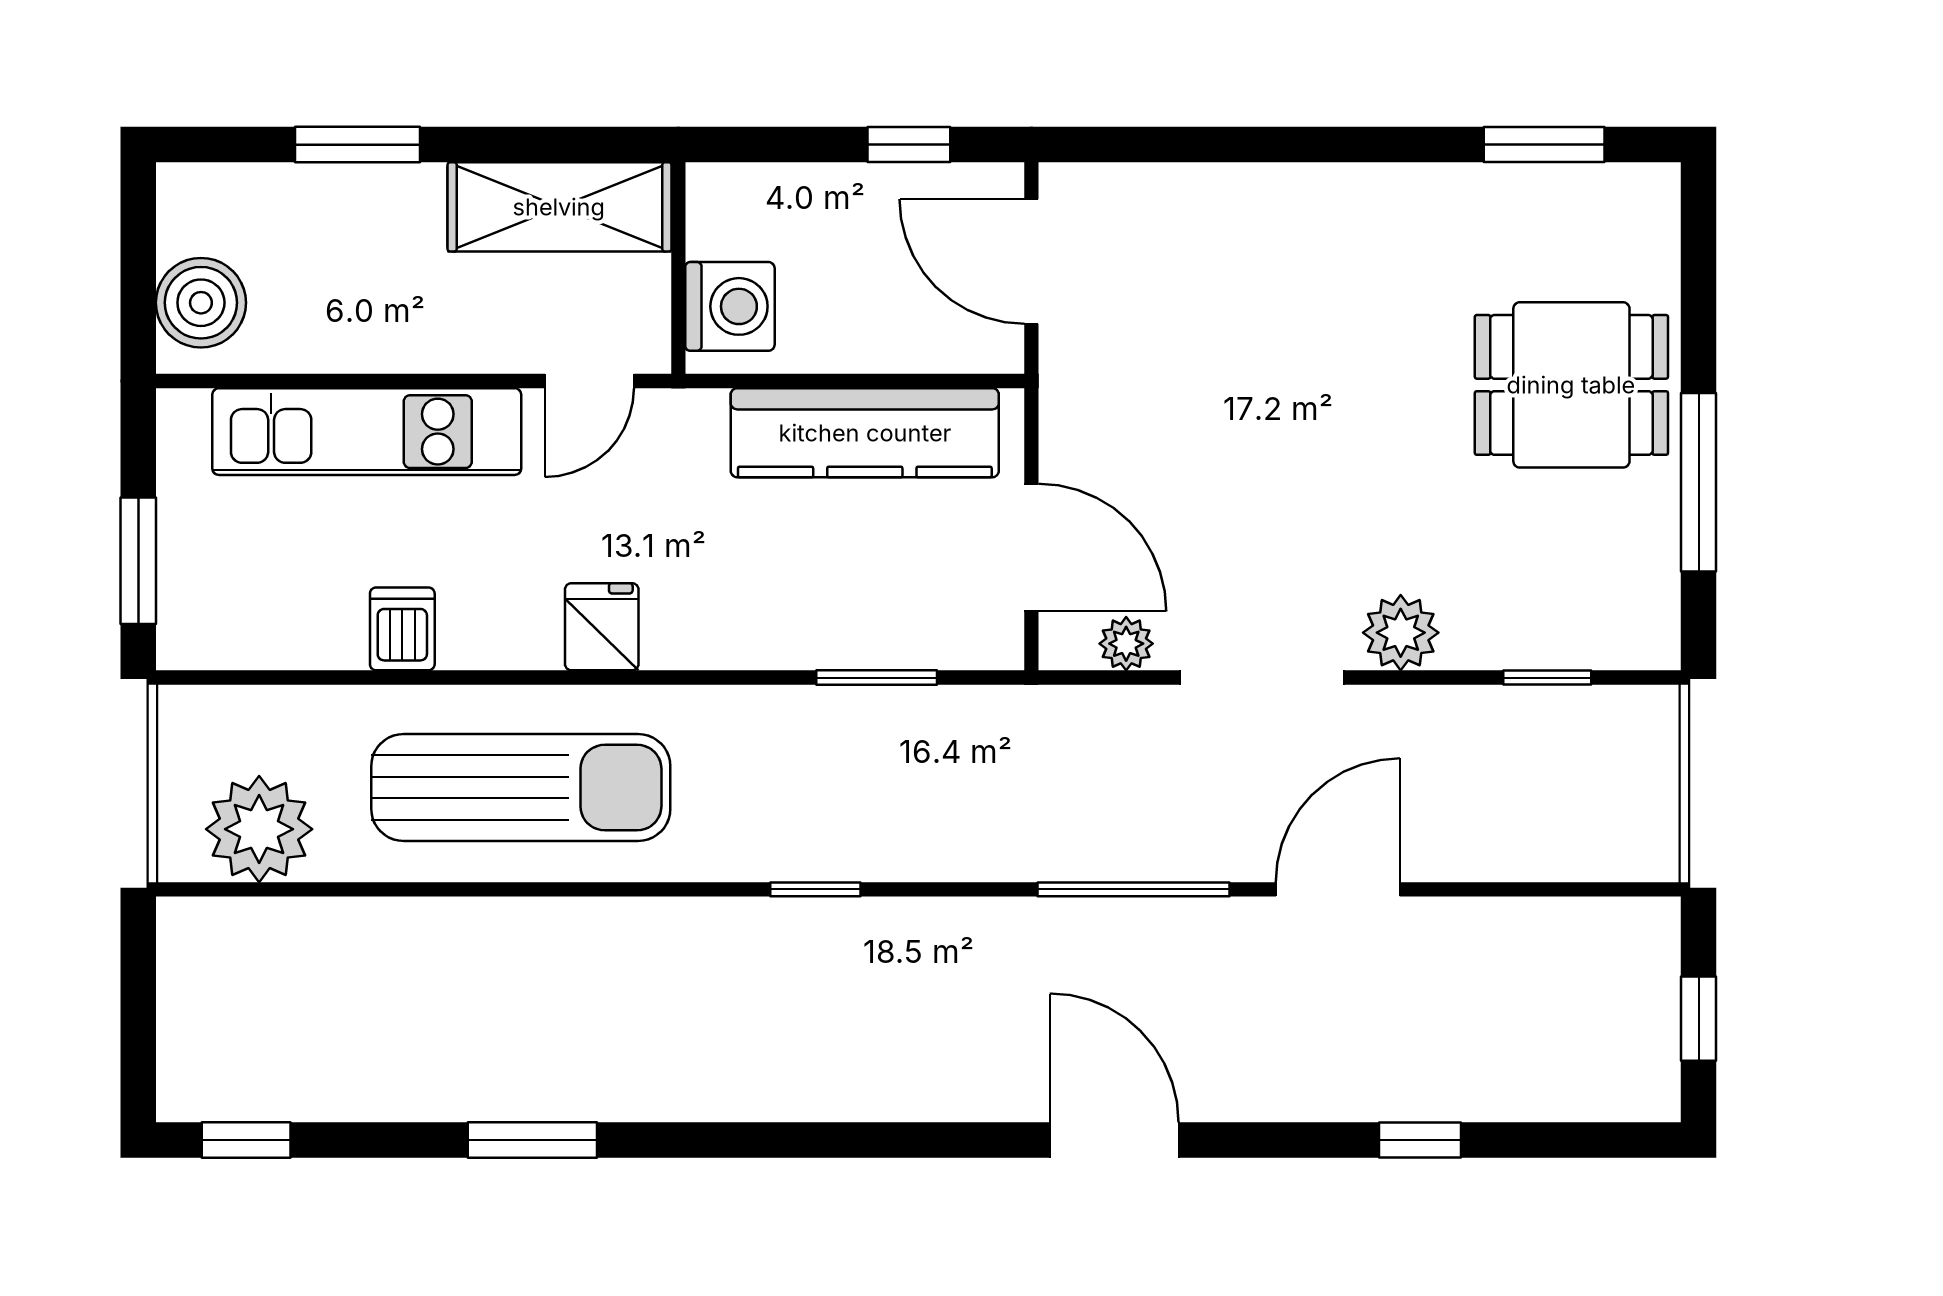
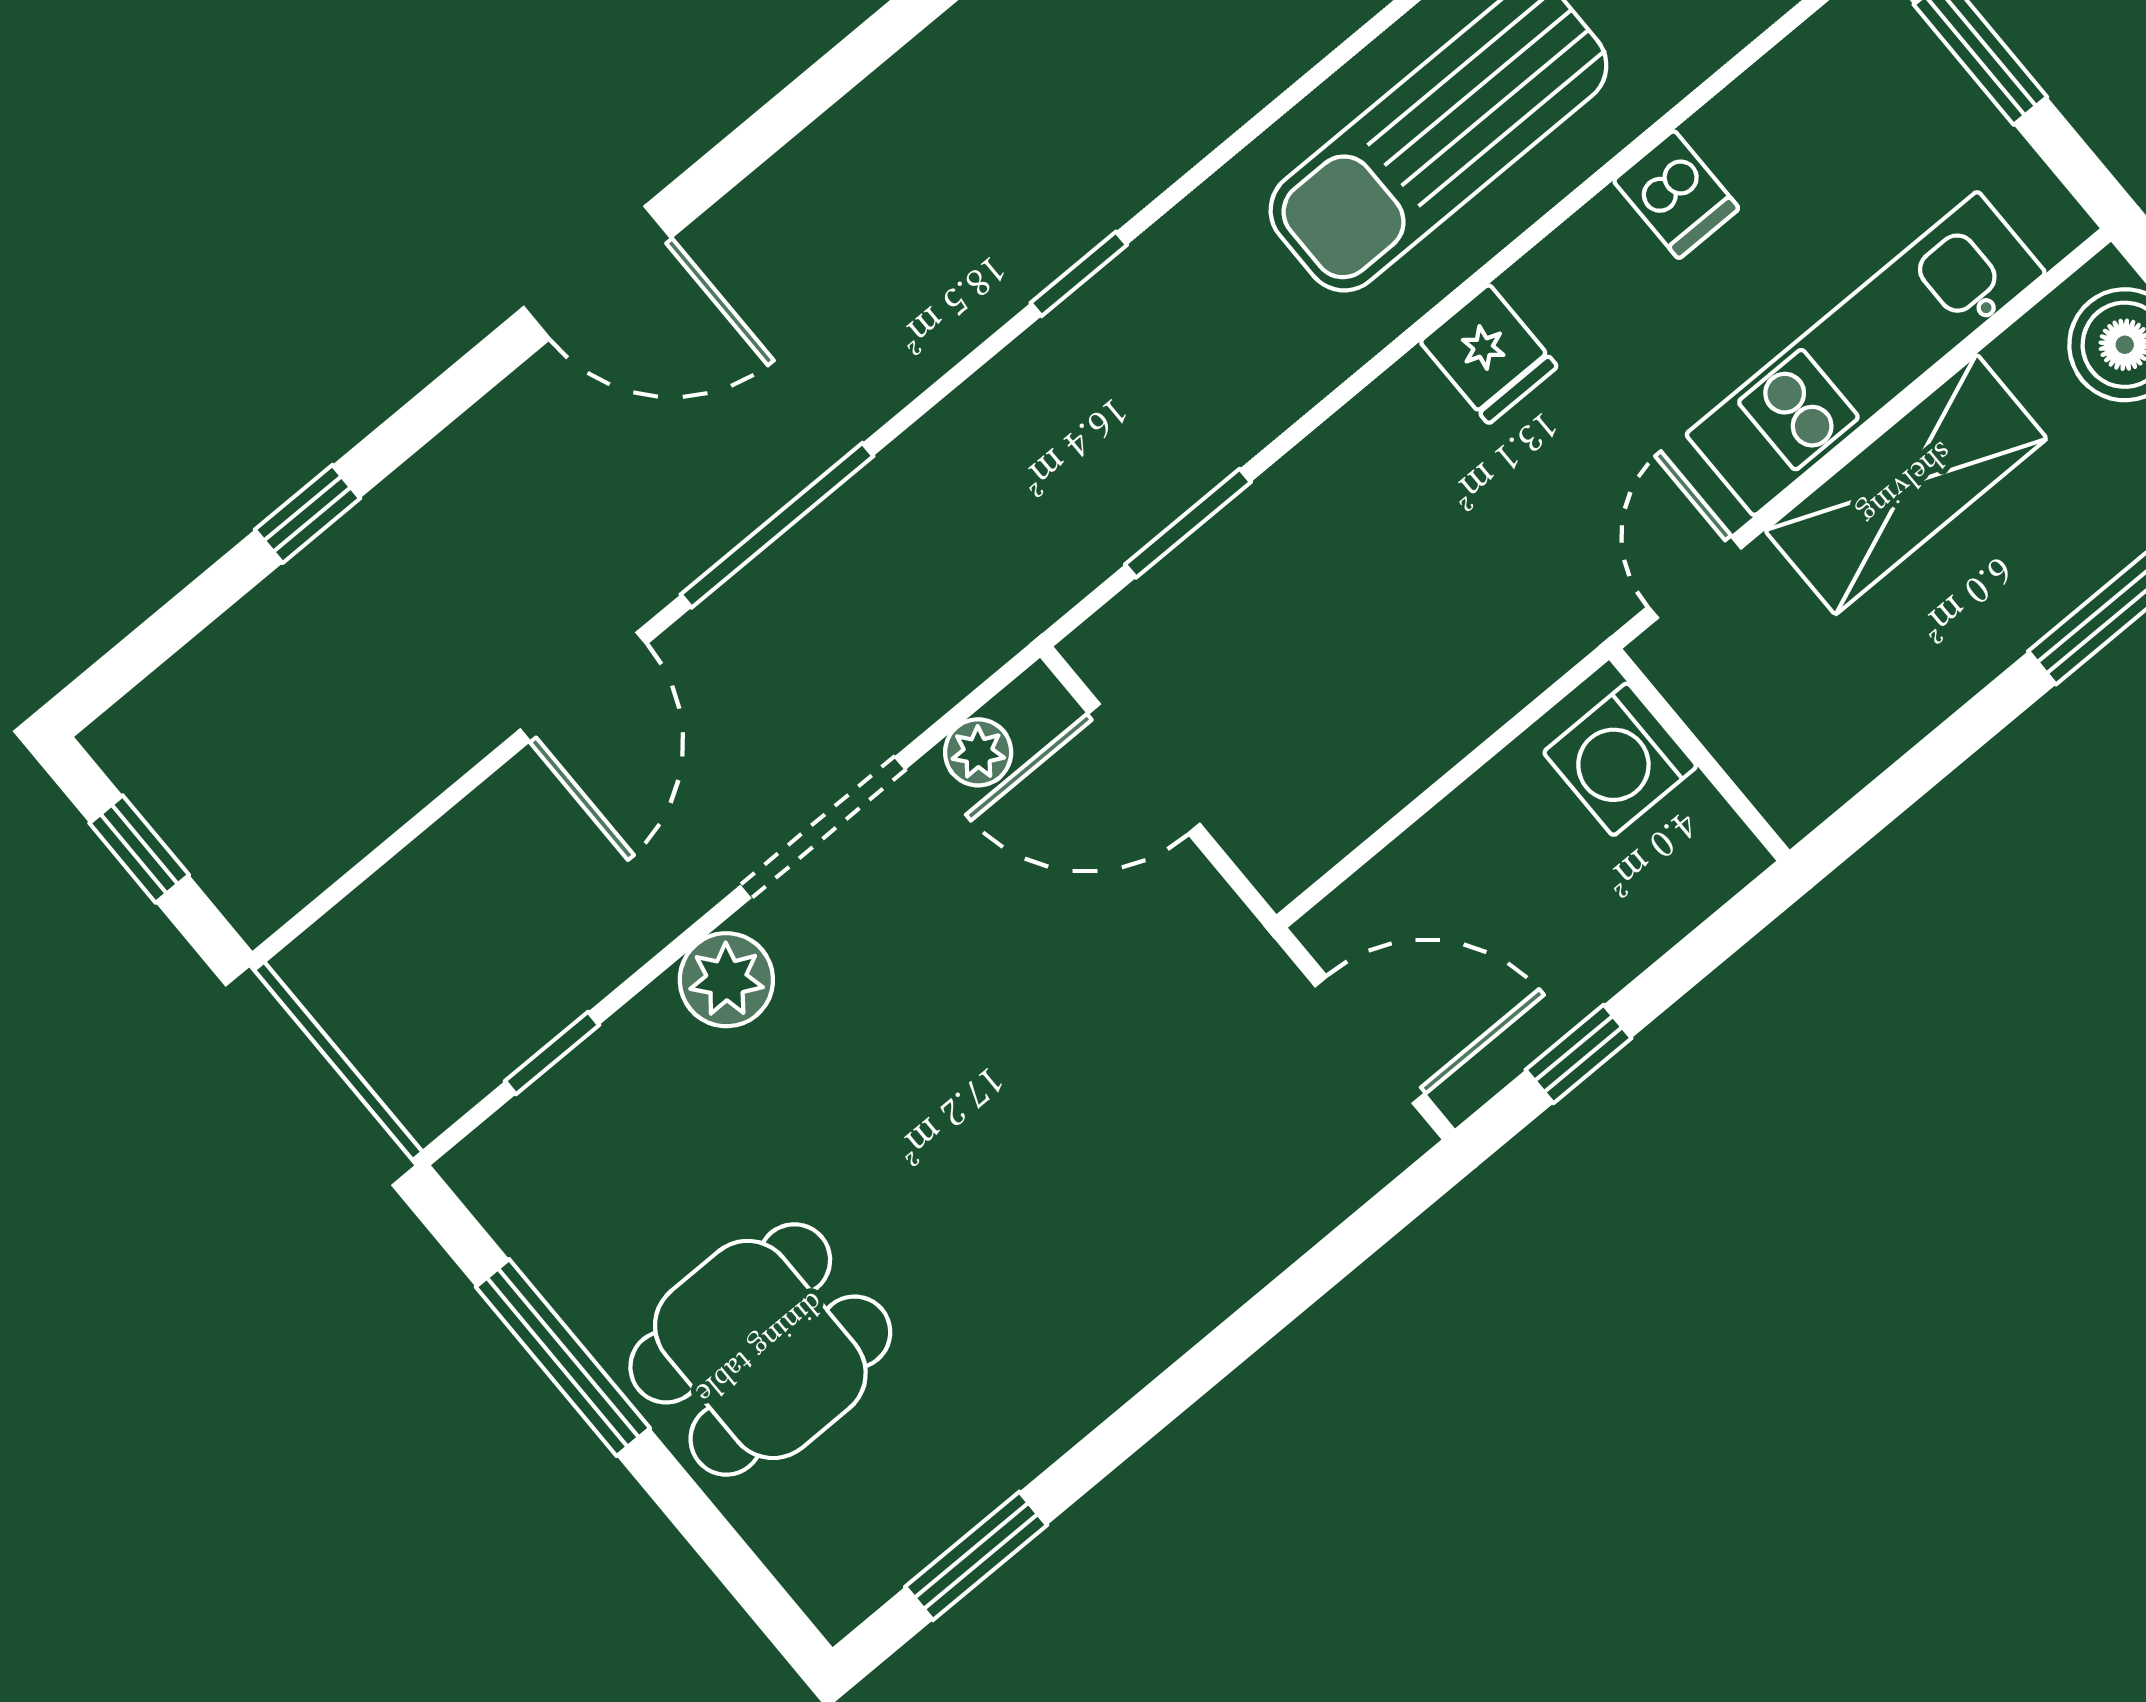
shelving: (559, 207) -> (1906, 484), moved
kitchen counter: (865, 433) -> (1393, 746), removed

